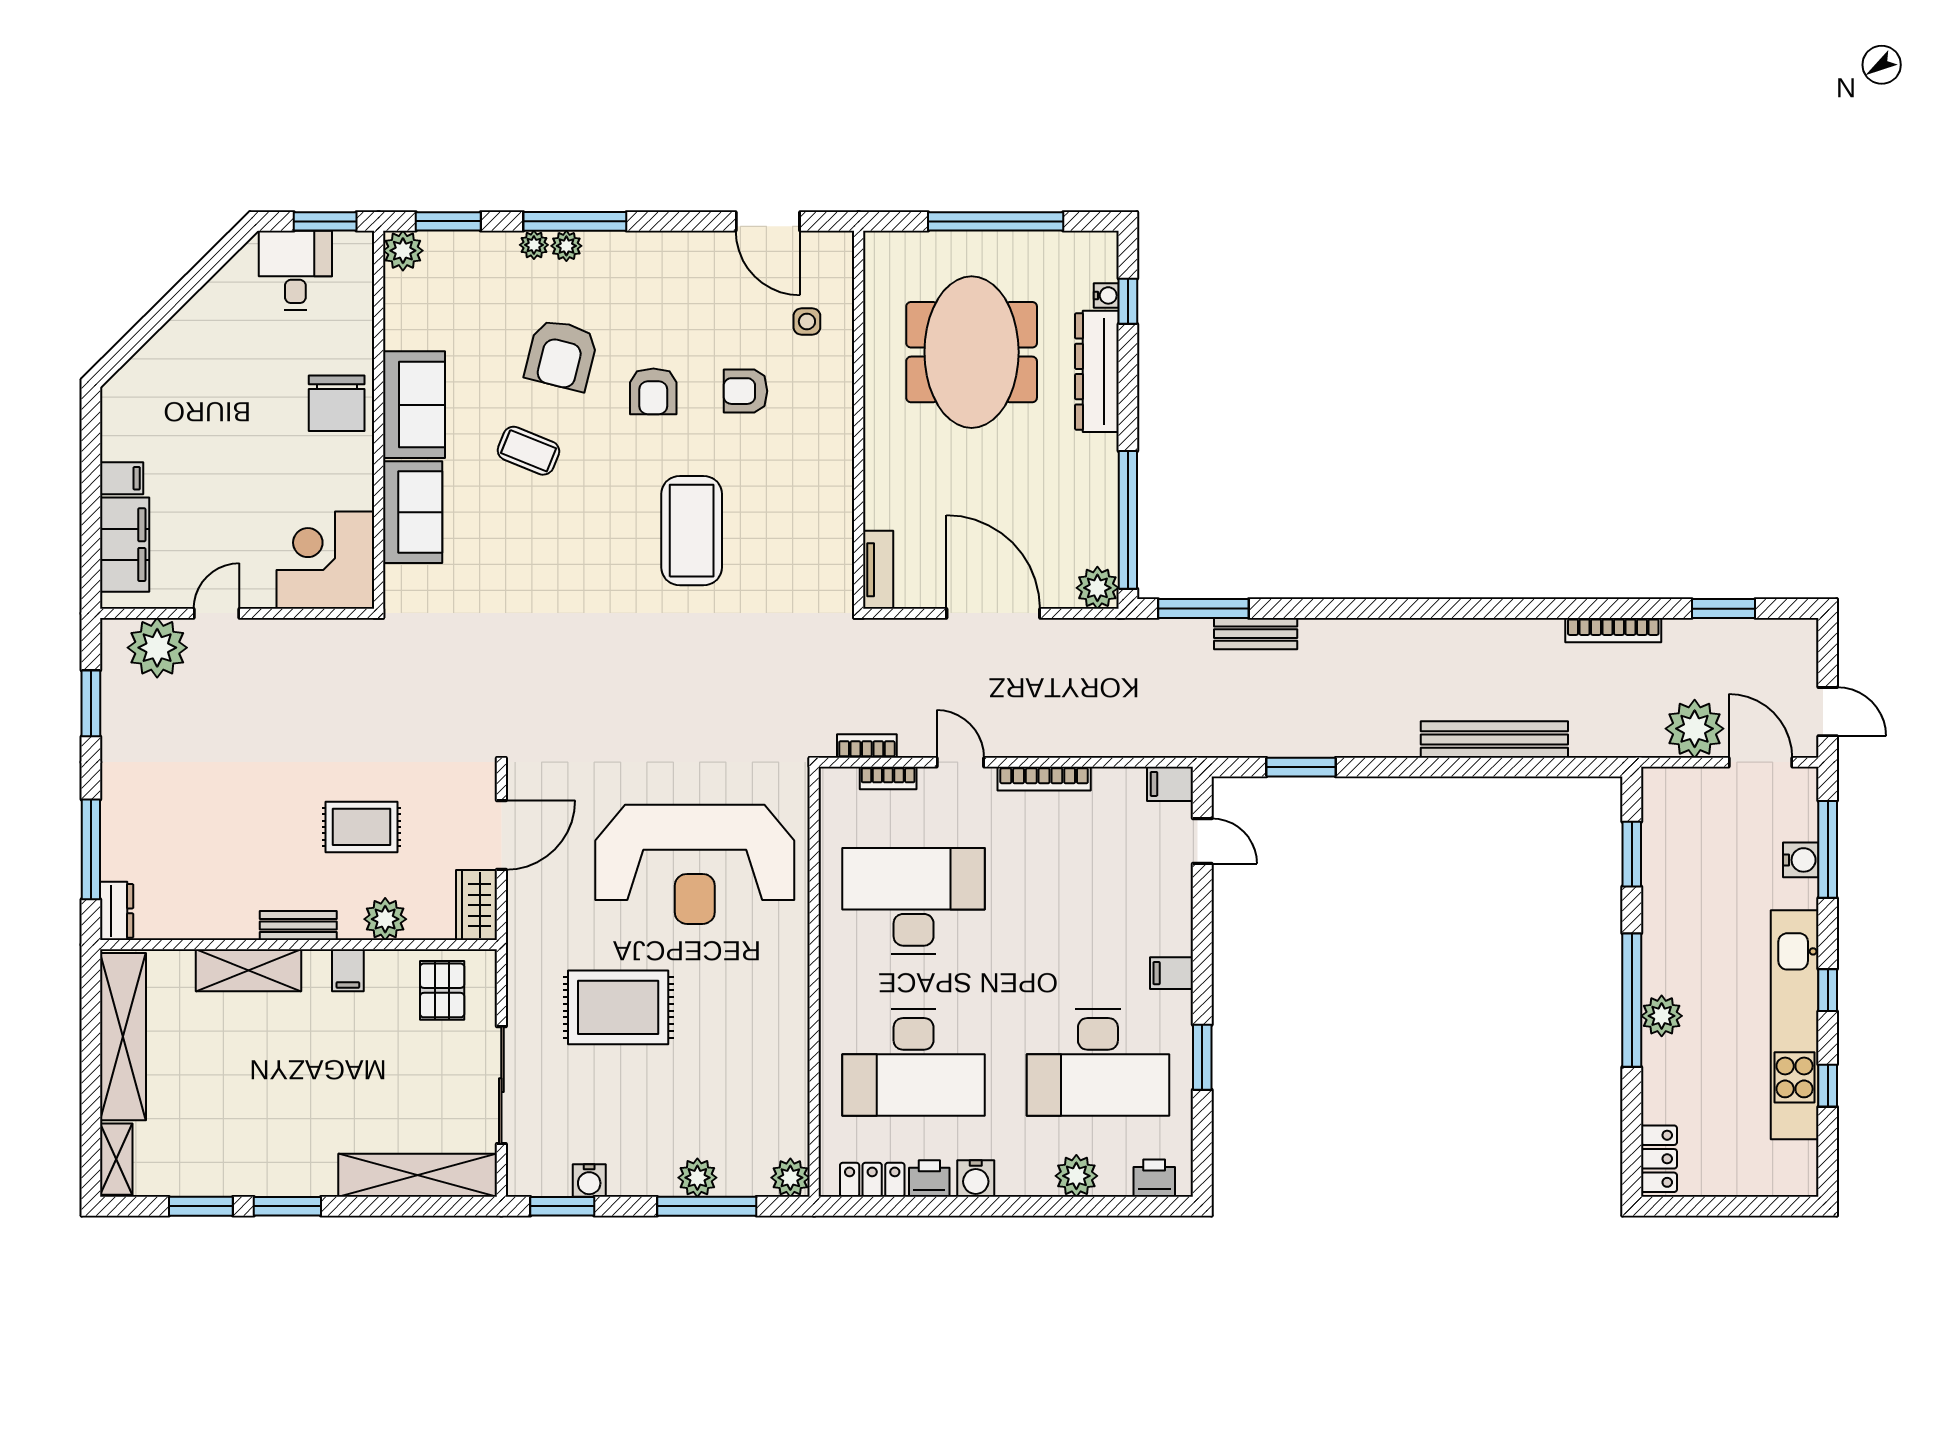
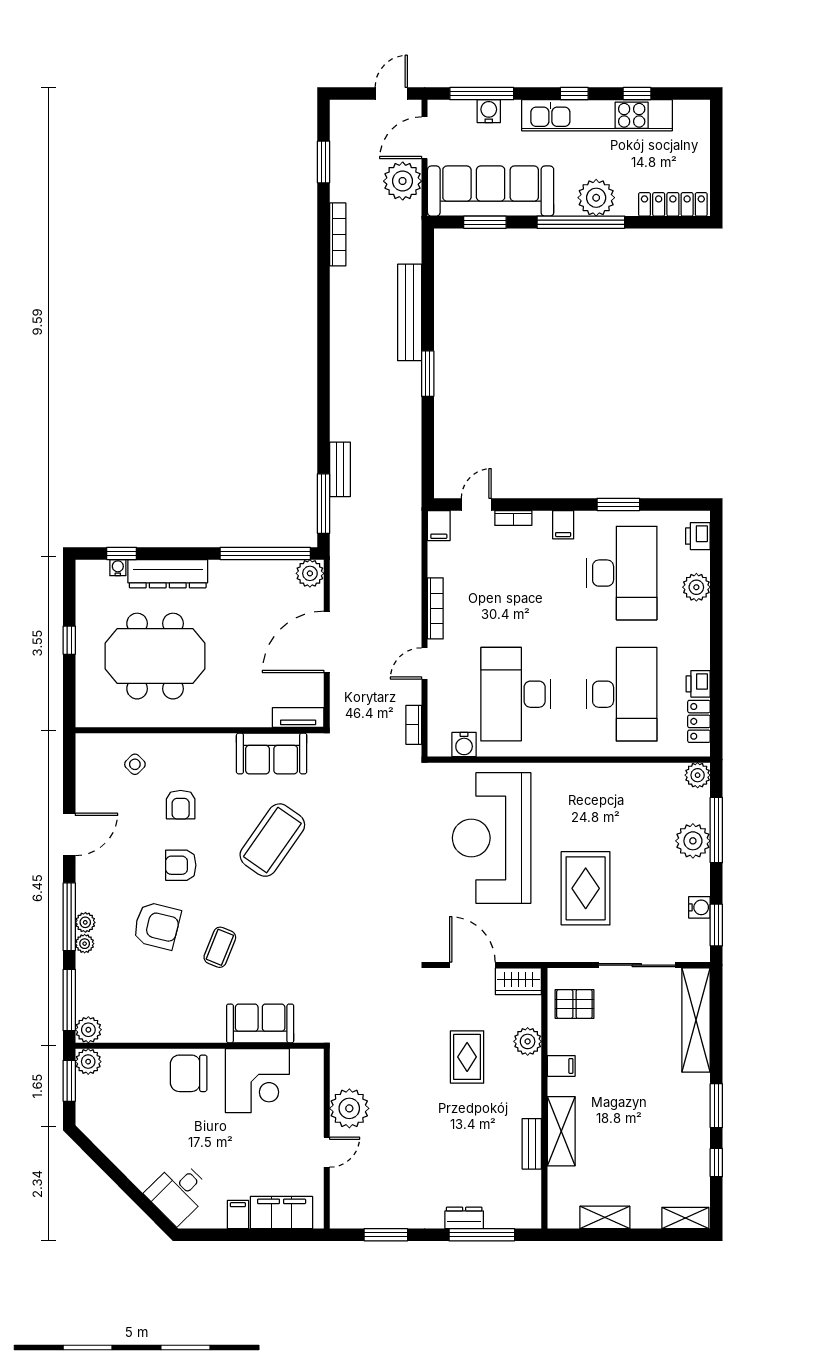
window: (448, 221) -> (69, 1000), width x1.44
door: (768, 221) -> (69, 834), moved
window: (996, 221) -> (69, 640), width x0.32
plant: (354, 250) -> (88, 1062), added
desk: (295, 270) -> (178, 1192), moved, turned -45
side table: (807, 321) -> (135, 764), turned 45
armchair: (653, 391) -> (181, 865), turned 180
chair: (337, 403) -> (189, 1073), turned 180
sofa: (414, 405) -> (272, 754), moved, turned 180
coffee table: (692, 531) -> (272, 840), turned -55
corner desk: (325, 560) -> (257, 1081), moved, turned -90
door: (217, 613) -> (327, 1152), swing flipped
plant: (157, 648) -> (349, 1108), moved
window: (1301, 767) -> (428, 374), moved
bookcase: (888, 778) -> (513, 518), moved, turned 90
sofa: (1679, 863) -> (491, 191), added
reception desk: (695, 864) -> (492, 838), turned 180
dresser: (117, 911) -> (464, 1218), moved
bench: (298, 926) -> (532, 1144), moved
plant: (1662, 1016) -> (596, 198), width x1.36, depth x1.36
shelving: (123, 1037) -> (605, 1217), width x0.45, depth x0.75
locker: (1659, 1159) -> (673, 204), width x1.53
plant: (697, 1178) -> (693, 841), width x1.36, depth x1.36
water cooler: (976, 1179) -> (464, 745), moved, turned 90
window: (201, 1206) -> (716, 1163), width x0.67

